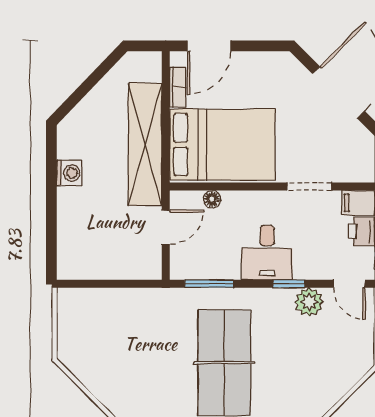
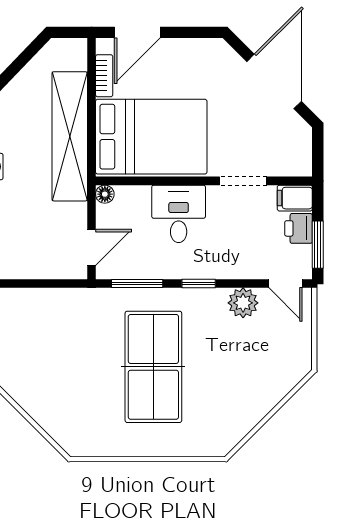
floor lamp: (212, 199) -> (105, 194), moved
door: (166, 227) -> (91, 247), moved
desk: (267, 252) -> (179, 214), moved, turned 180
window: (289, 284) -> (199, 284), moved

